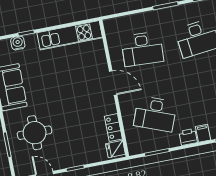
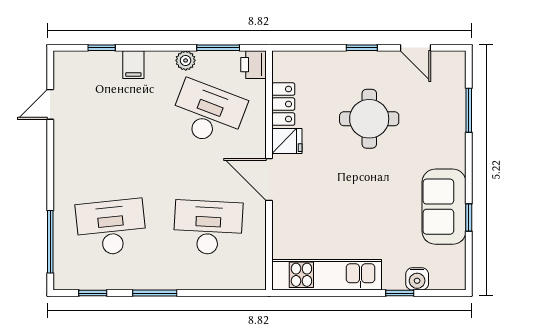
round table: (35, 133) -> (369, 119), moved
printer: (188, 137) -> (253, 65), moved, turned 90
plant: (174, 141) -> (186, 60), added
fridge: (115, 149) -> (287, 141), moved

